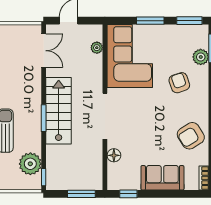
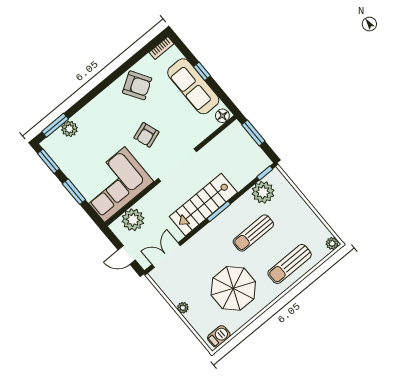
plant: (97, 48) -> (133, 220), width x1.88, depth x1.88
armchair: (179, 83) -> (146, 135), moved
floor lamp: (114, 155) -> (222, 116), moved
sofa: (162, 178) -> (193, 86), width x1.36
window: (128, 194) -> (202, 71), moved

